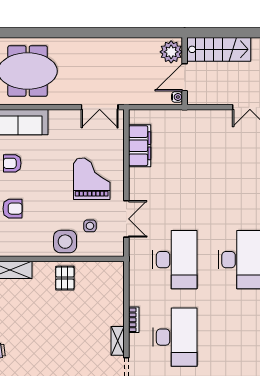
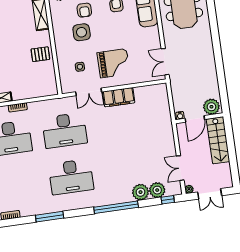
door: (185, 77) -> (195, 119), swing flipped
filing cabinet: (140, 146) -> (119, 97), moved
side table: (65, 242) -> (82, 32), moved

